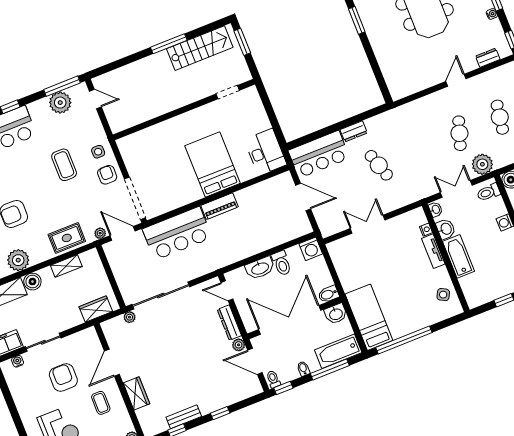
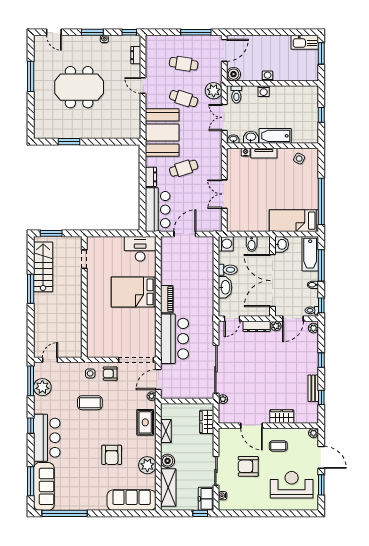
booth: (410, 124) -> (162, 133), added
bidet: (328, 294) -> (252, 244), moved
plant: (254, 389) -> (313, 328), added

